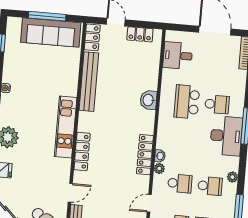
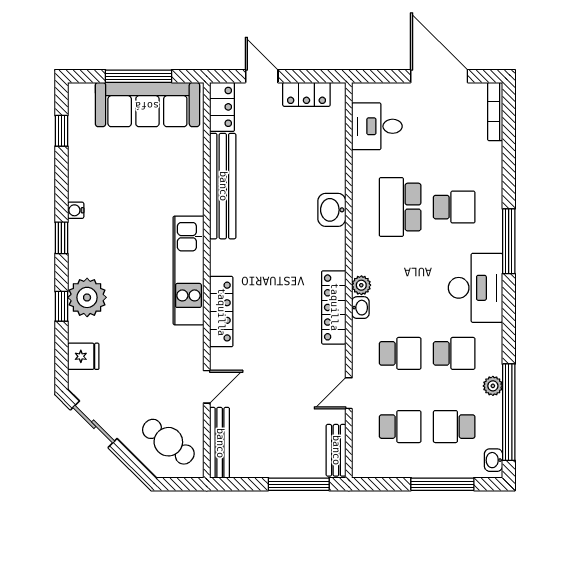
desk: (226, 136) -> (475, 288), moved
plant: (159, 168) -> (361, 285), moved
plant: (232, 177) -> (493, 386), moved

